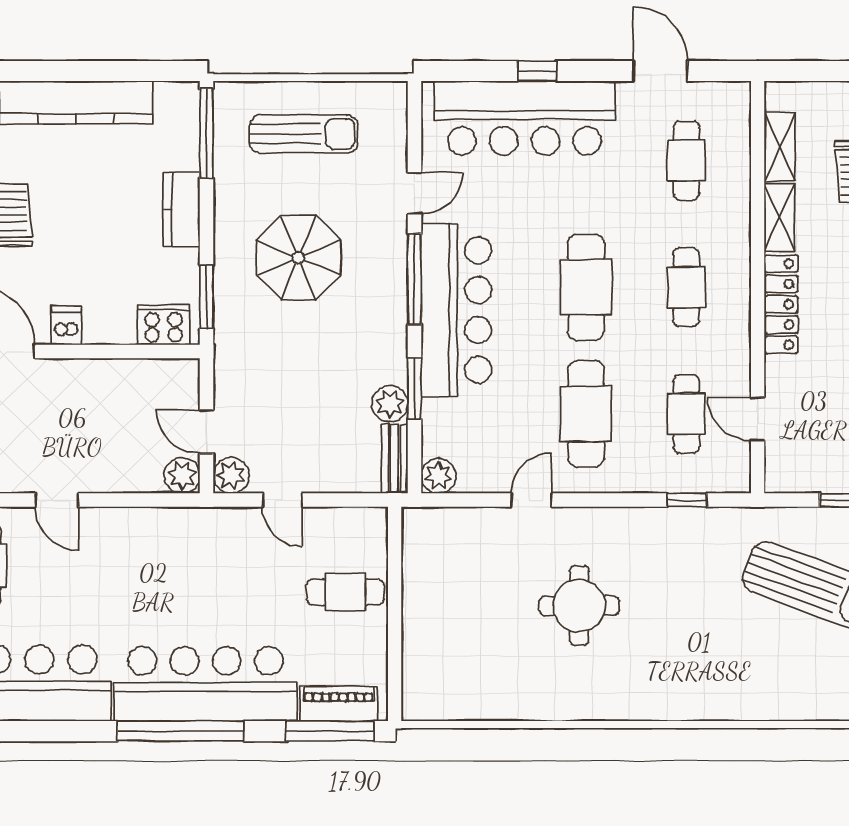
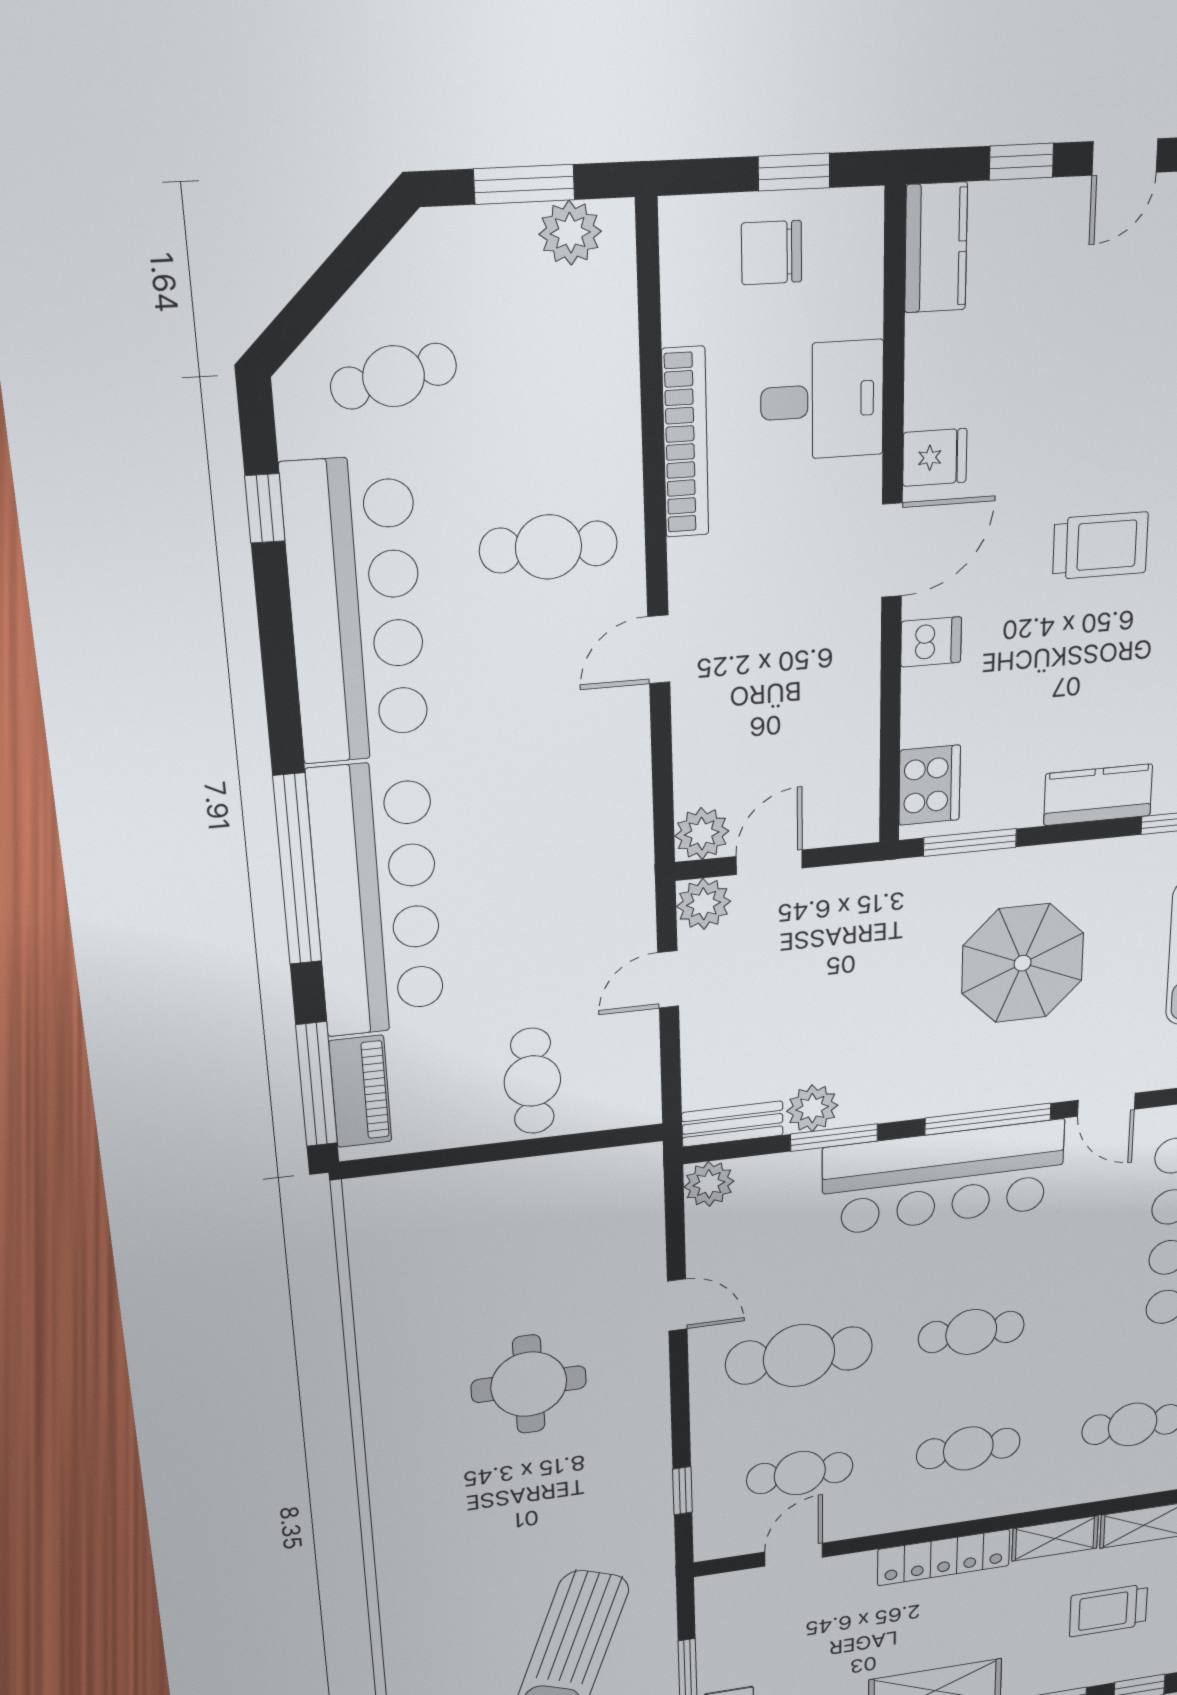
cafe table: (586, 287) -> (971, 1332), width x0.73, depth x0.74

